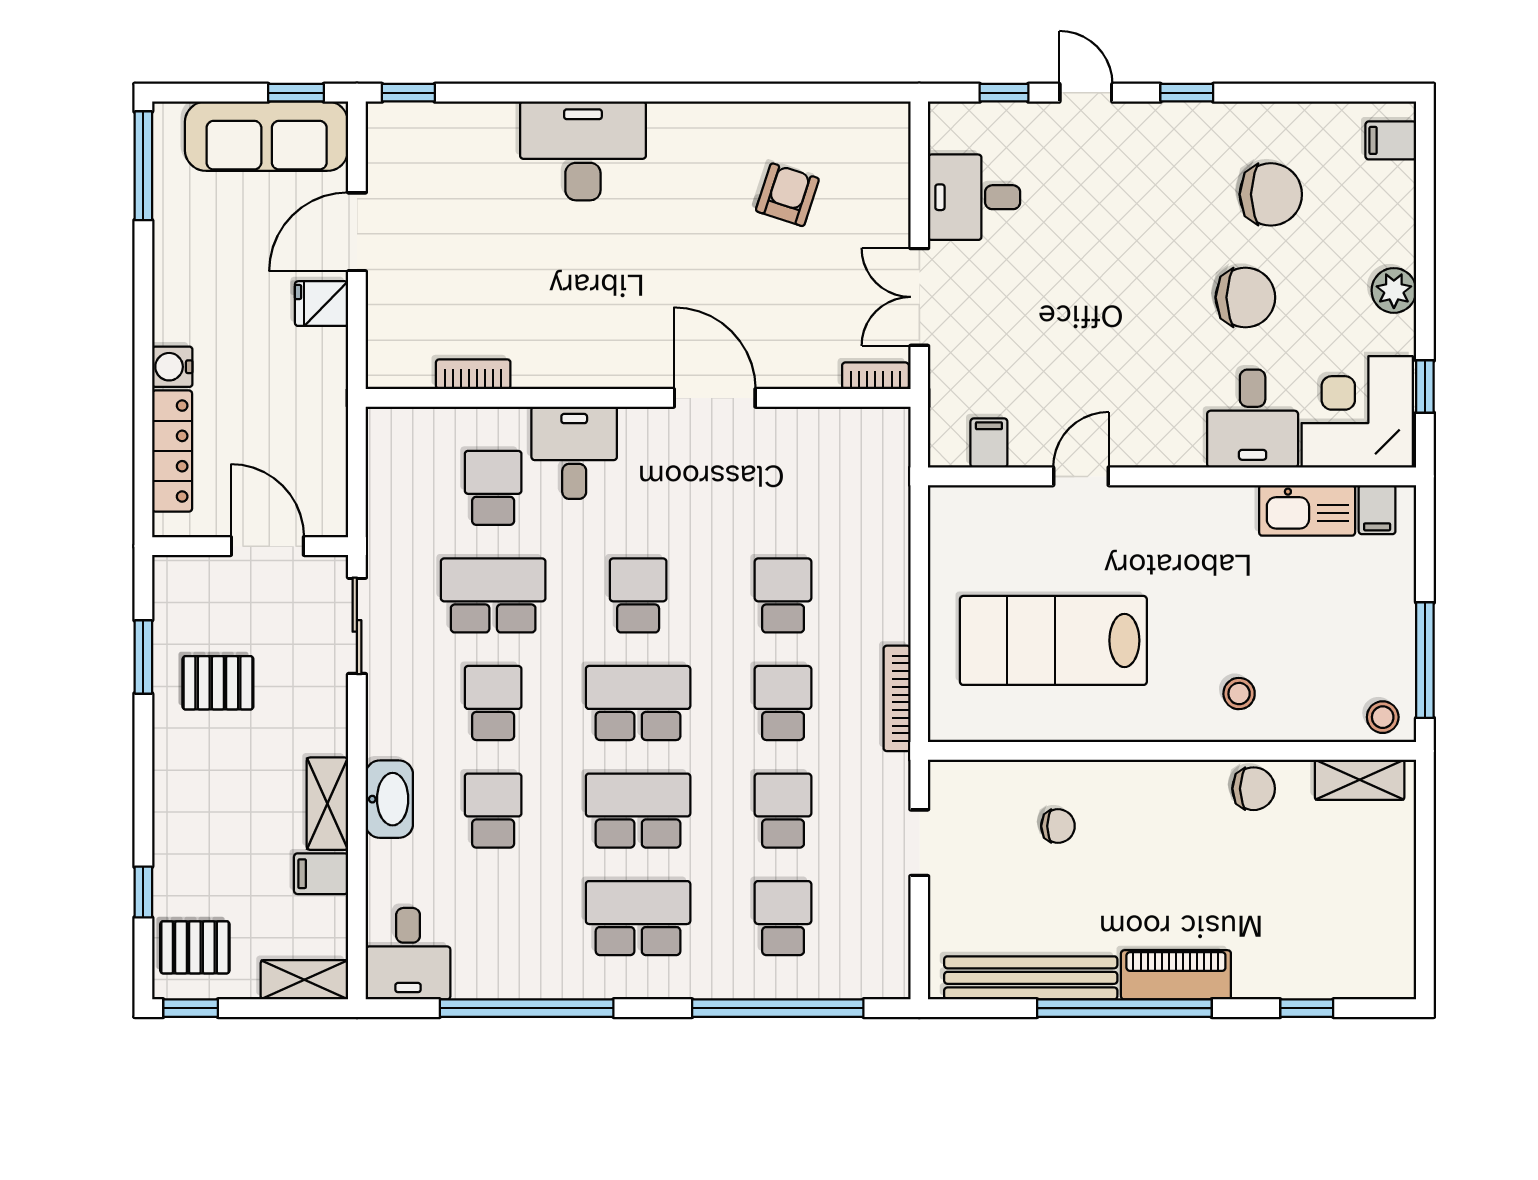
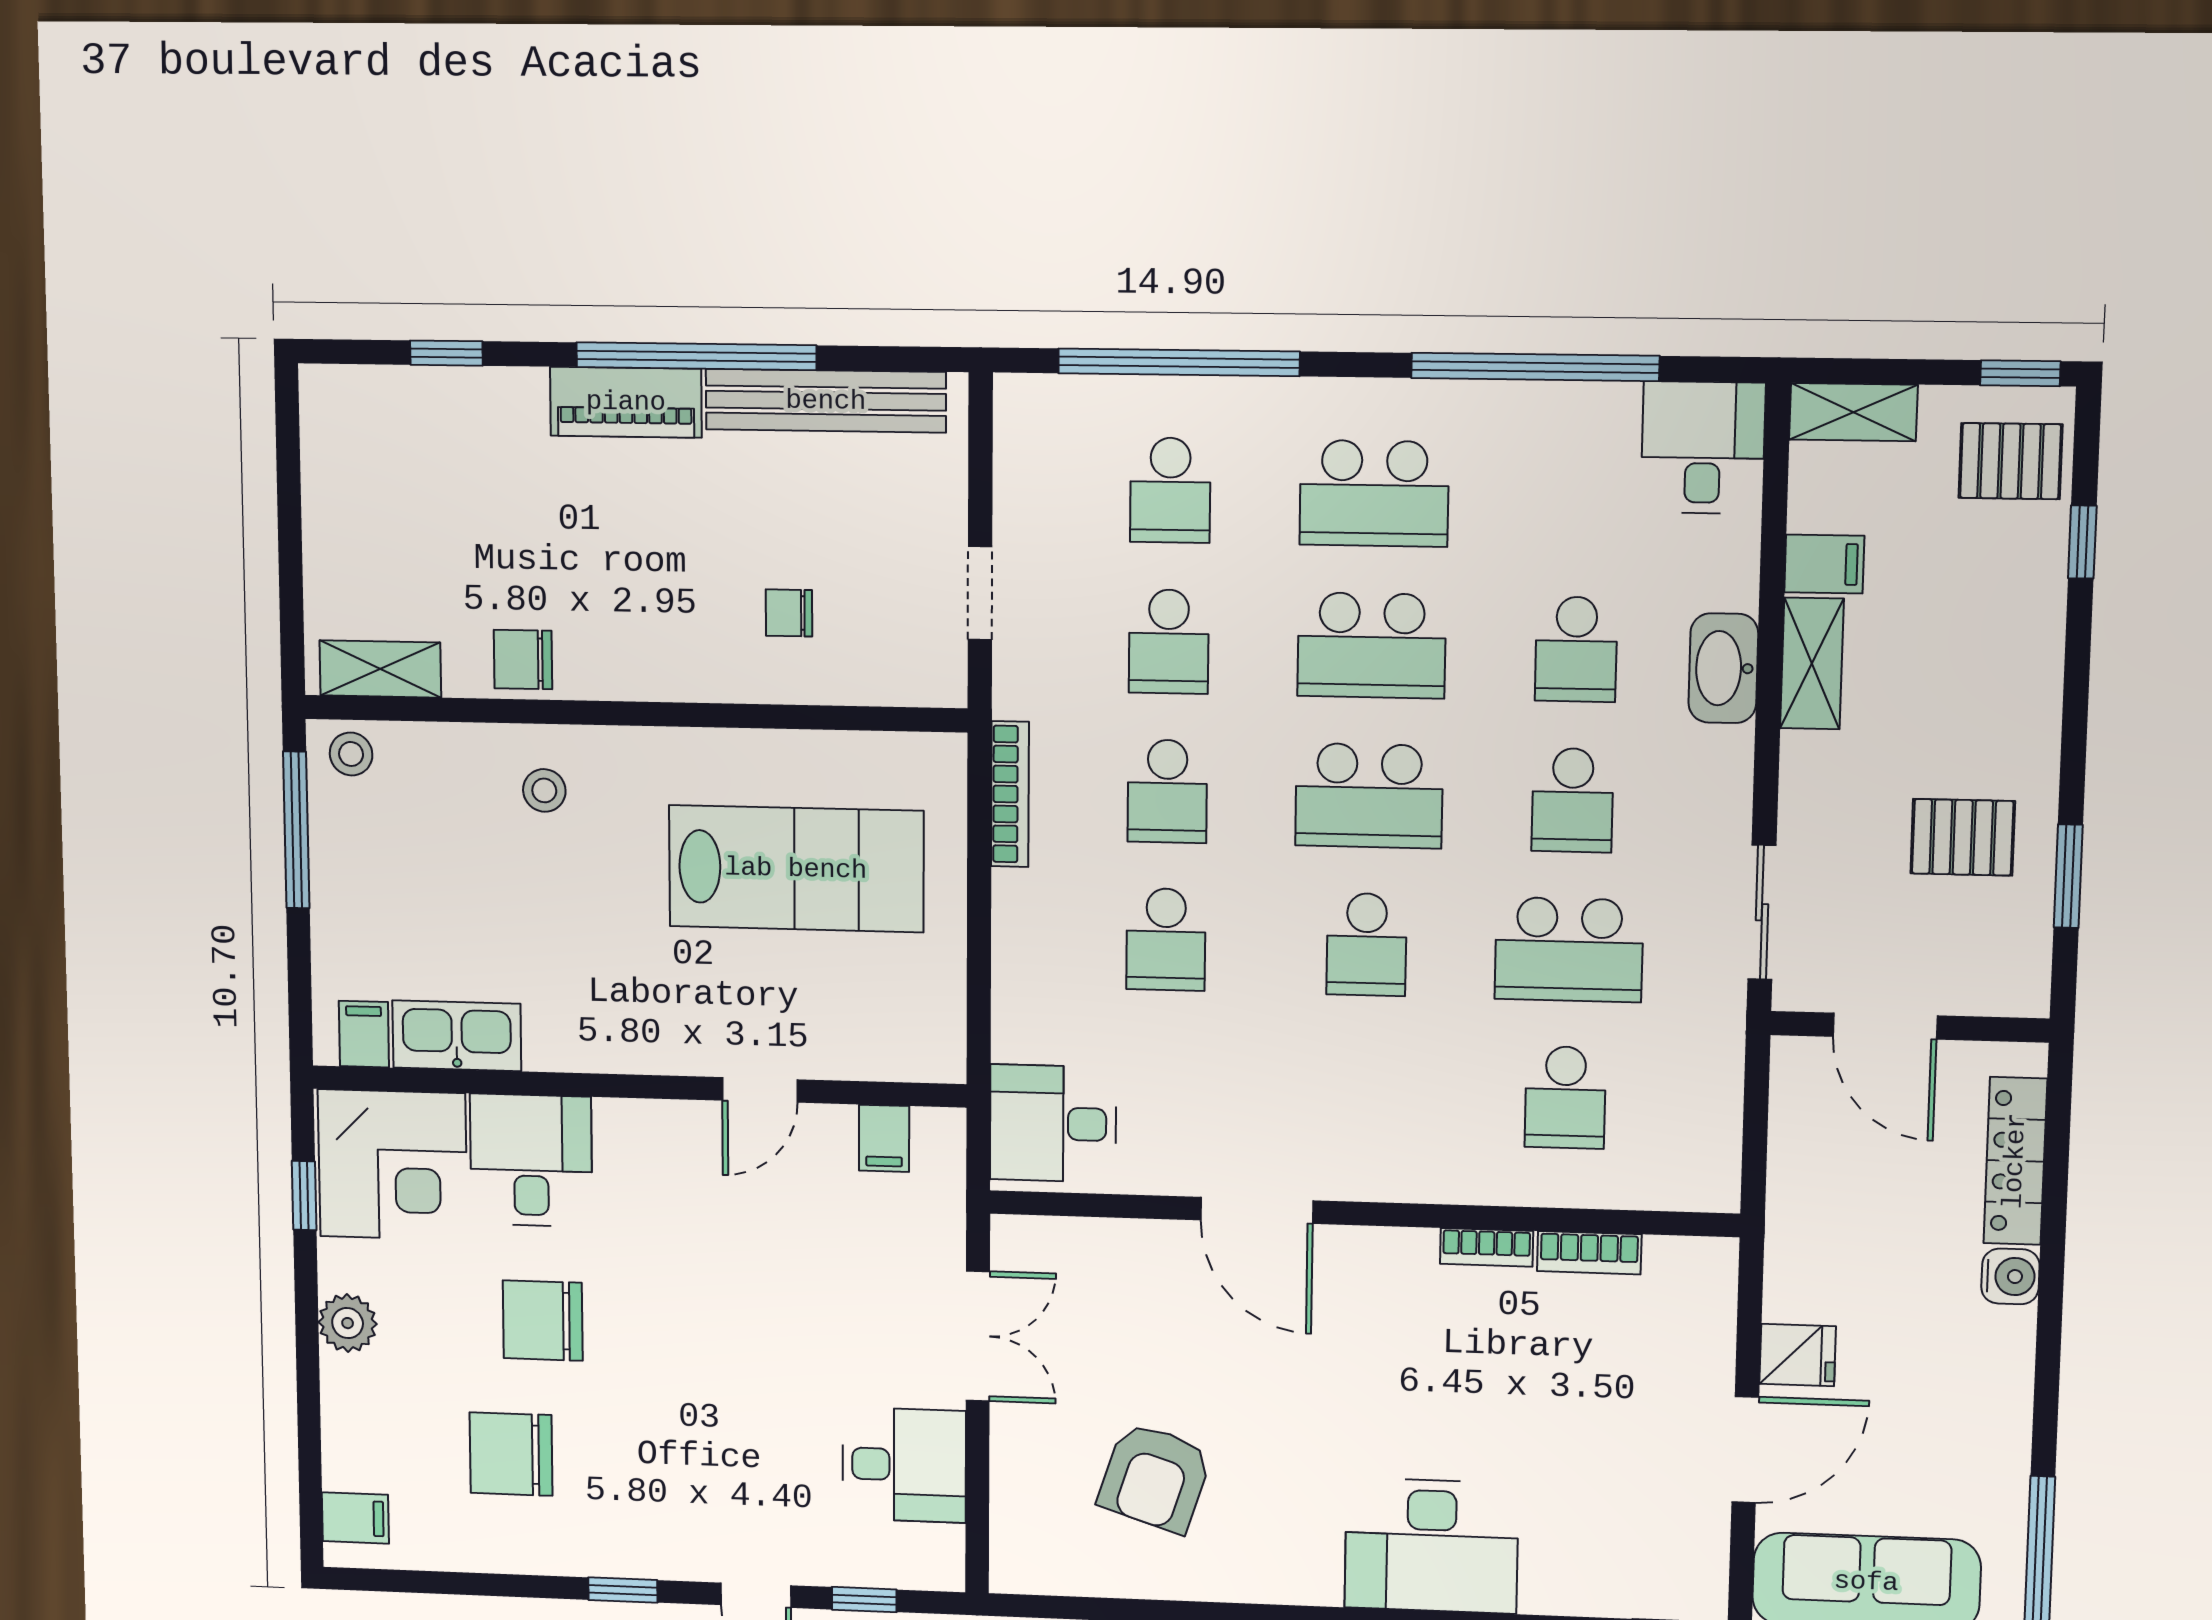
armchair: (787, 195) -> (1155, 1477), width x1.38, depth x1.38
bookcase: (875, 376) -> (1487, 1247), moved
desk: (574, 453) -> (1053, 1123), moved, turned 90

